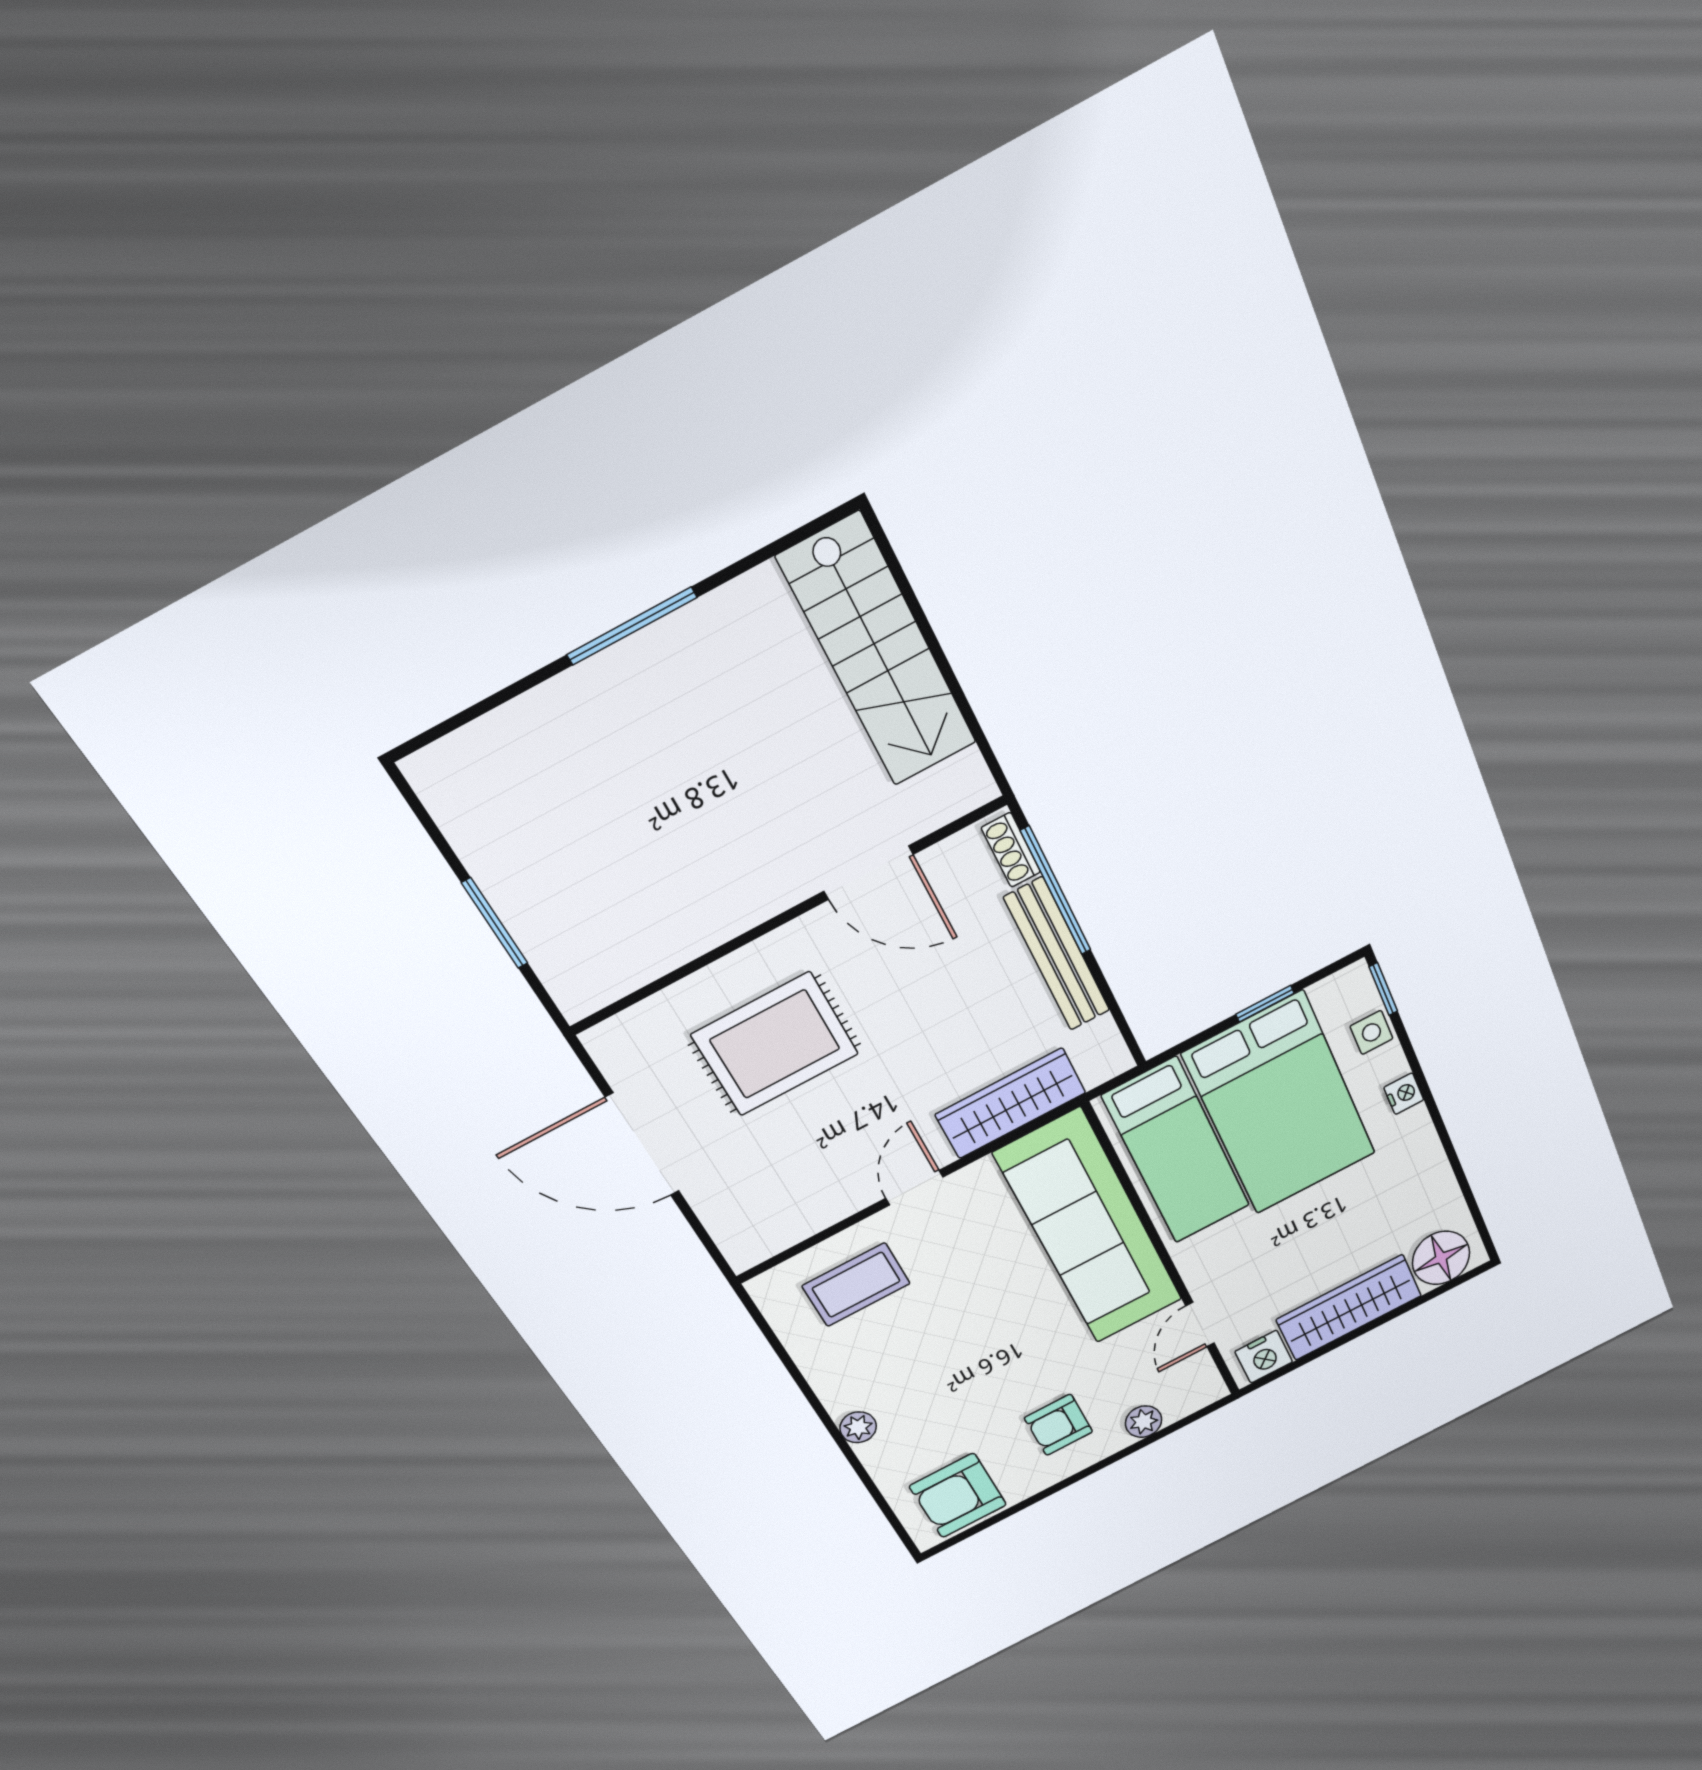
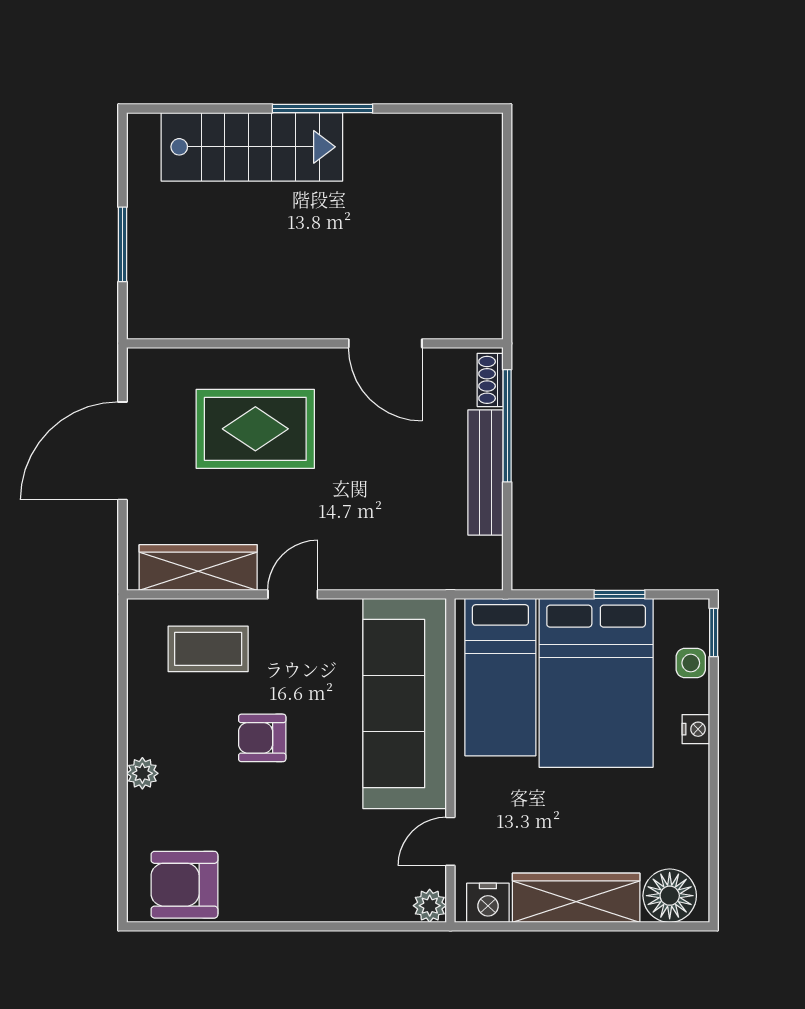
stairs: (878, 652) -> (252, 147), moved, turned -90
wardrobe: (1010, 1103) -> (198, 568), moved
door: (643, 1145) -> (122, 451), hinge flipped
plant: (1144, 1422) -> (430, 906), moved
armchair: (1059, 1425) -> (262, 738), moved

